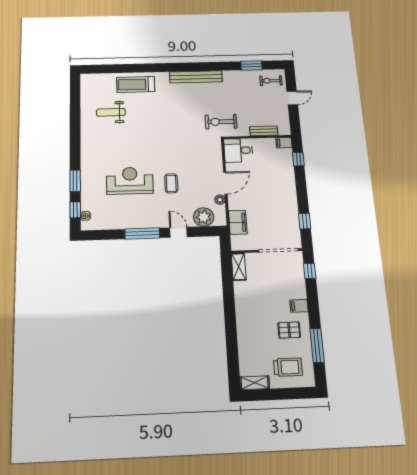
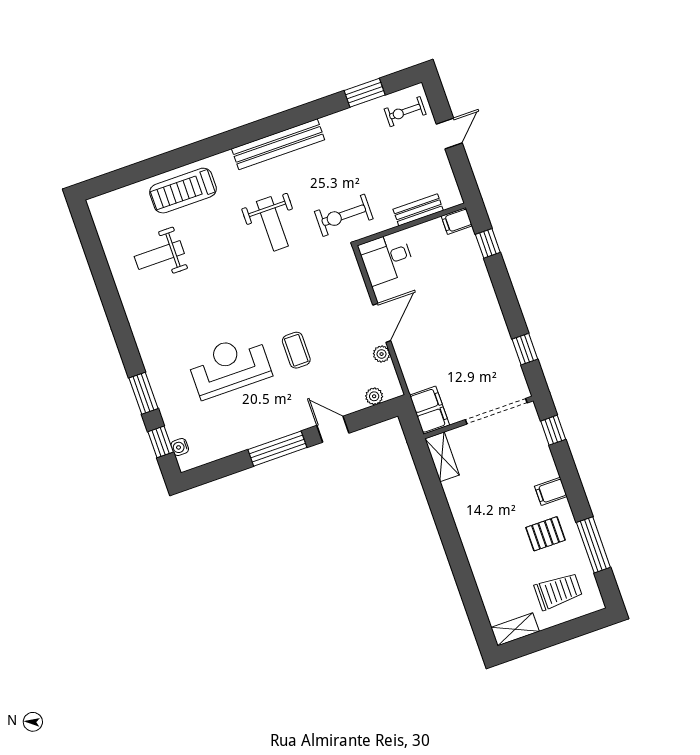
weight bench: (180, 115) -> (272, 224), added
plant: (204, 217) -> (374, 396), width x0.53, depth x0.53
filing cabinet: (238, 222) -> (429, 410), moved

